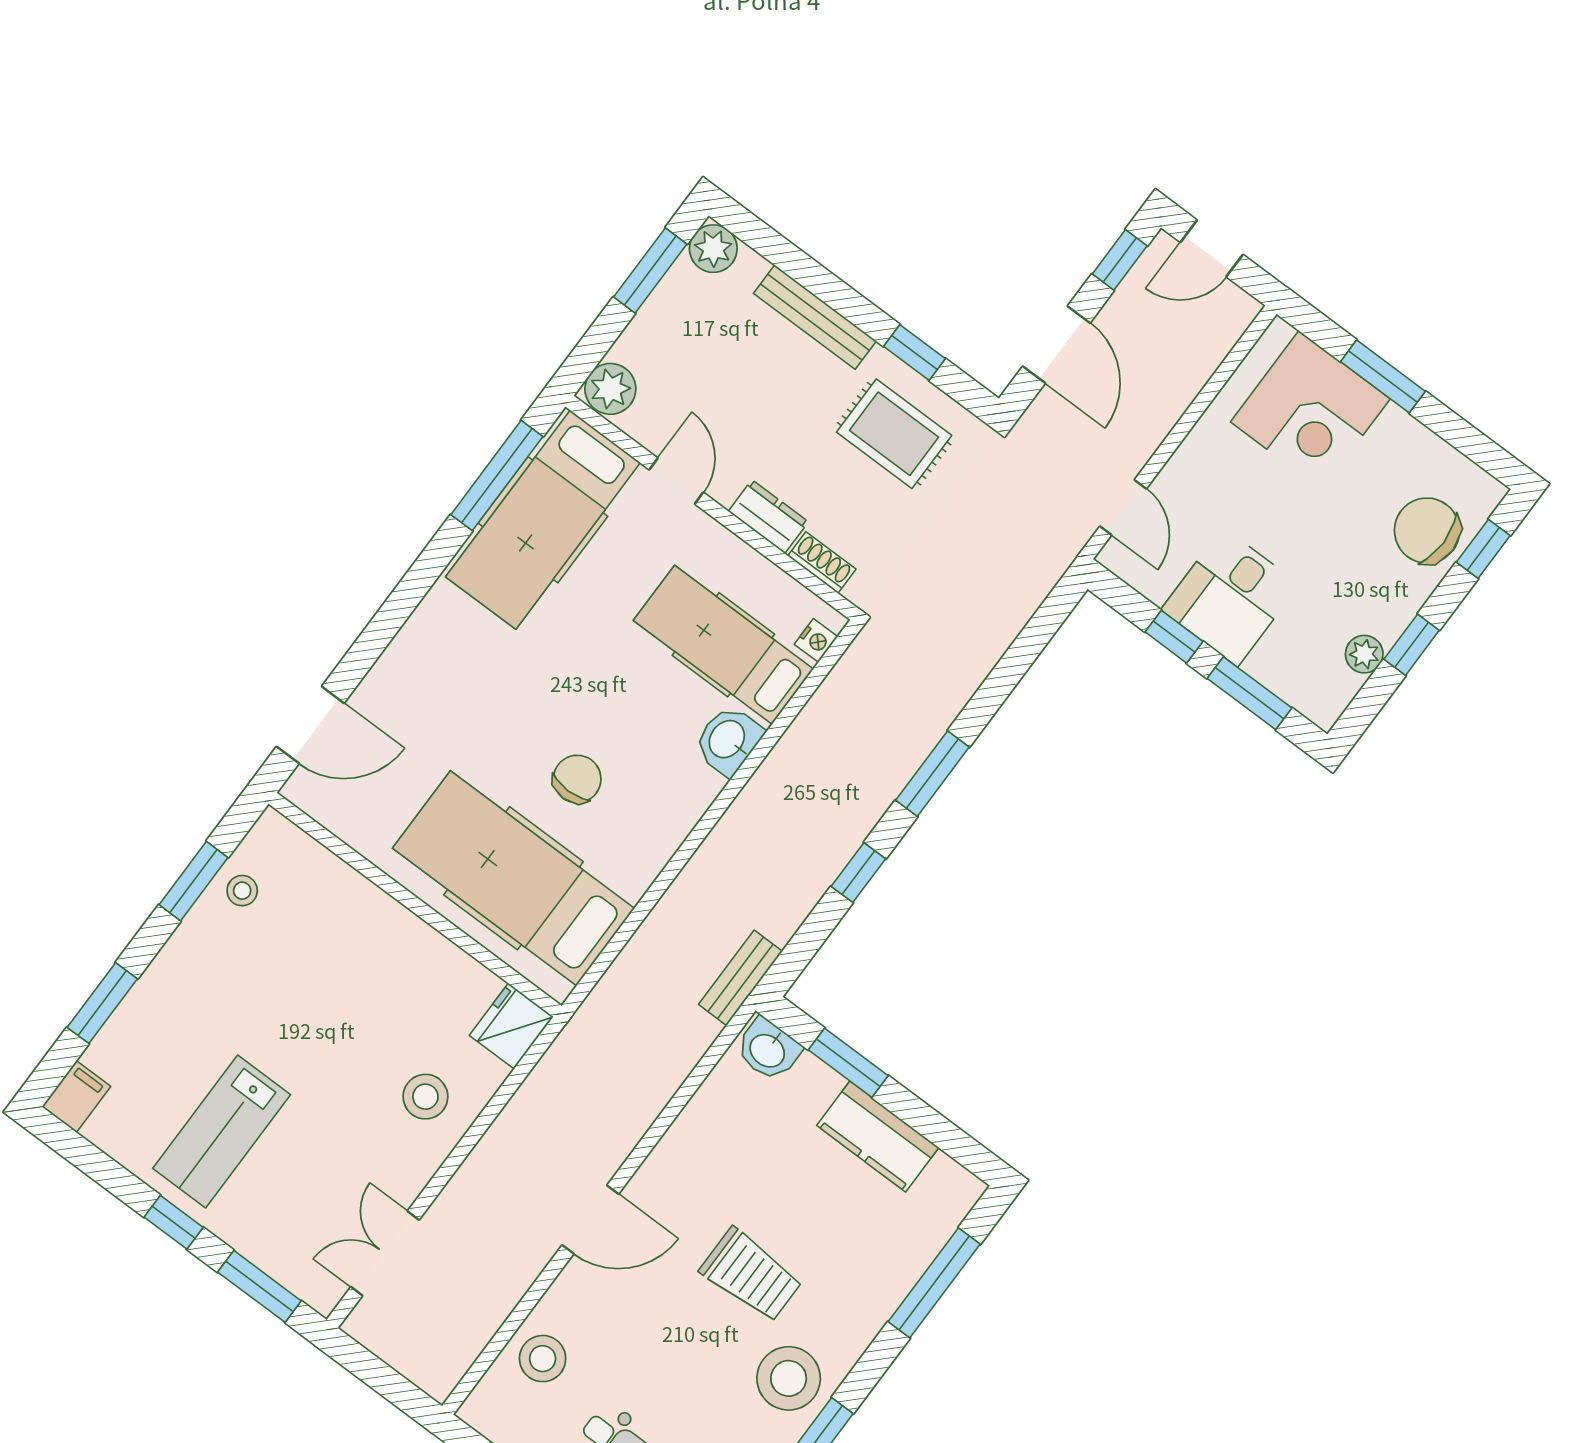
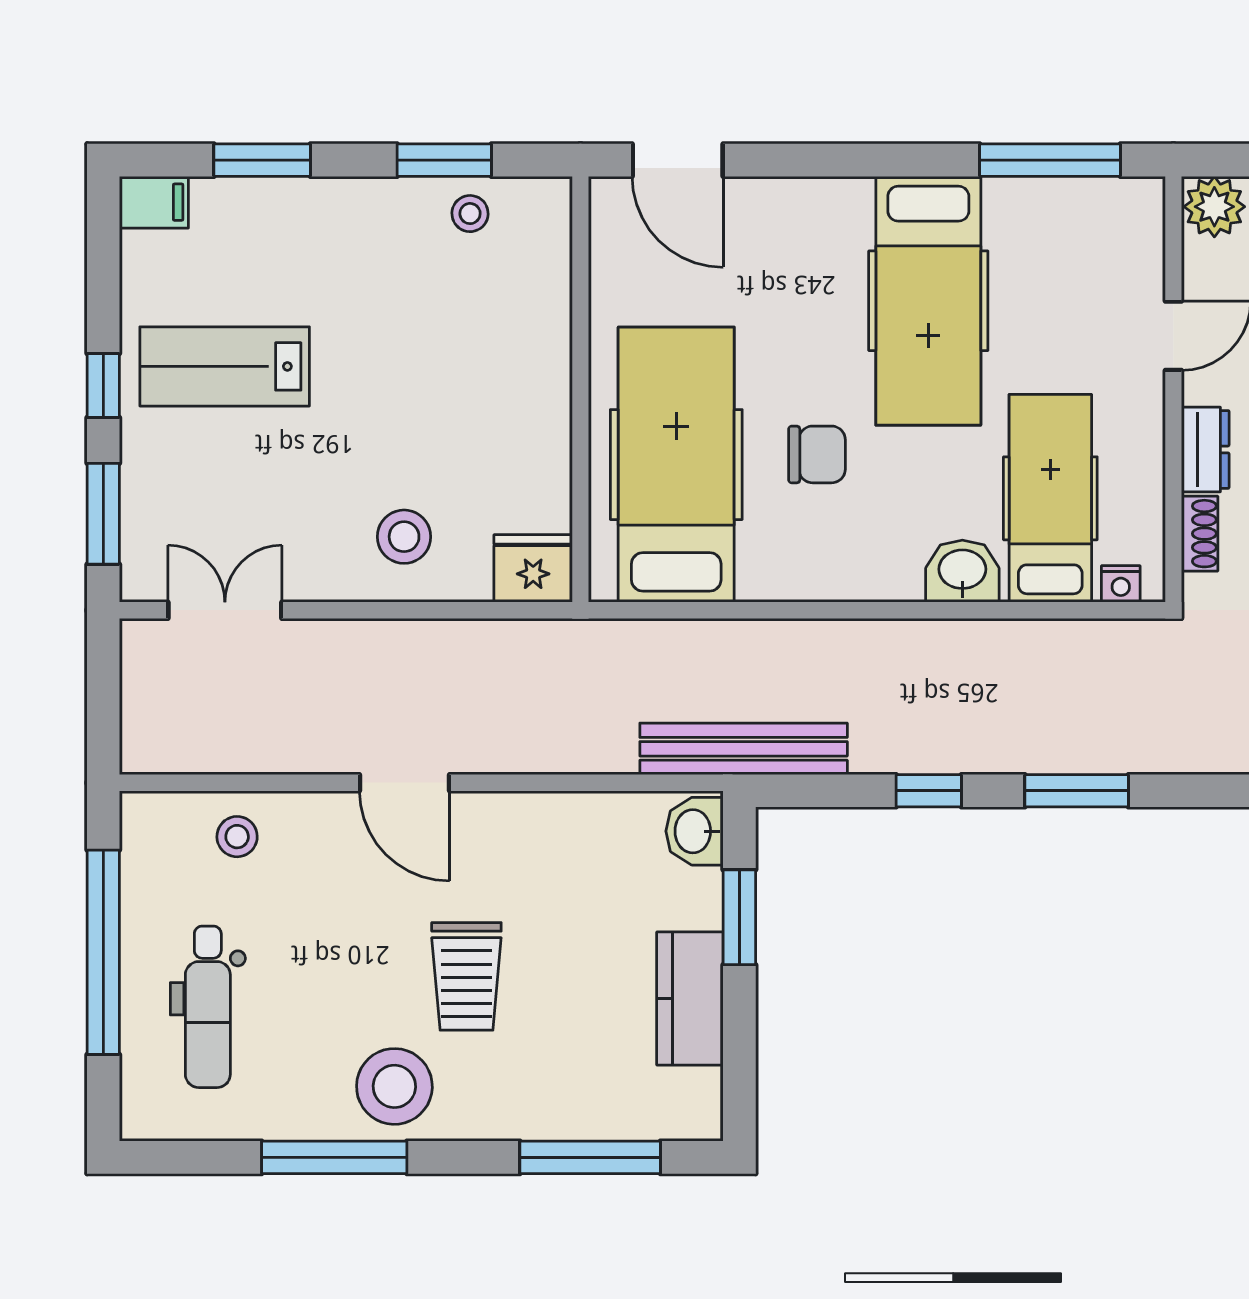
hospital bed: (543, 520) -> (928, 301), moved, turned -90
bench: (741, 978) -> (744, 749), width x1.86, depth x1.21
stool: (543, 1359) -> (237, 837), width x0.73, depth x0.73

